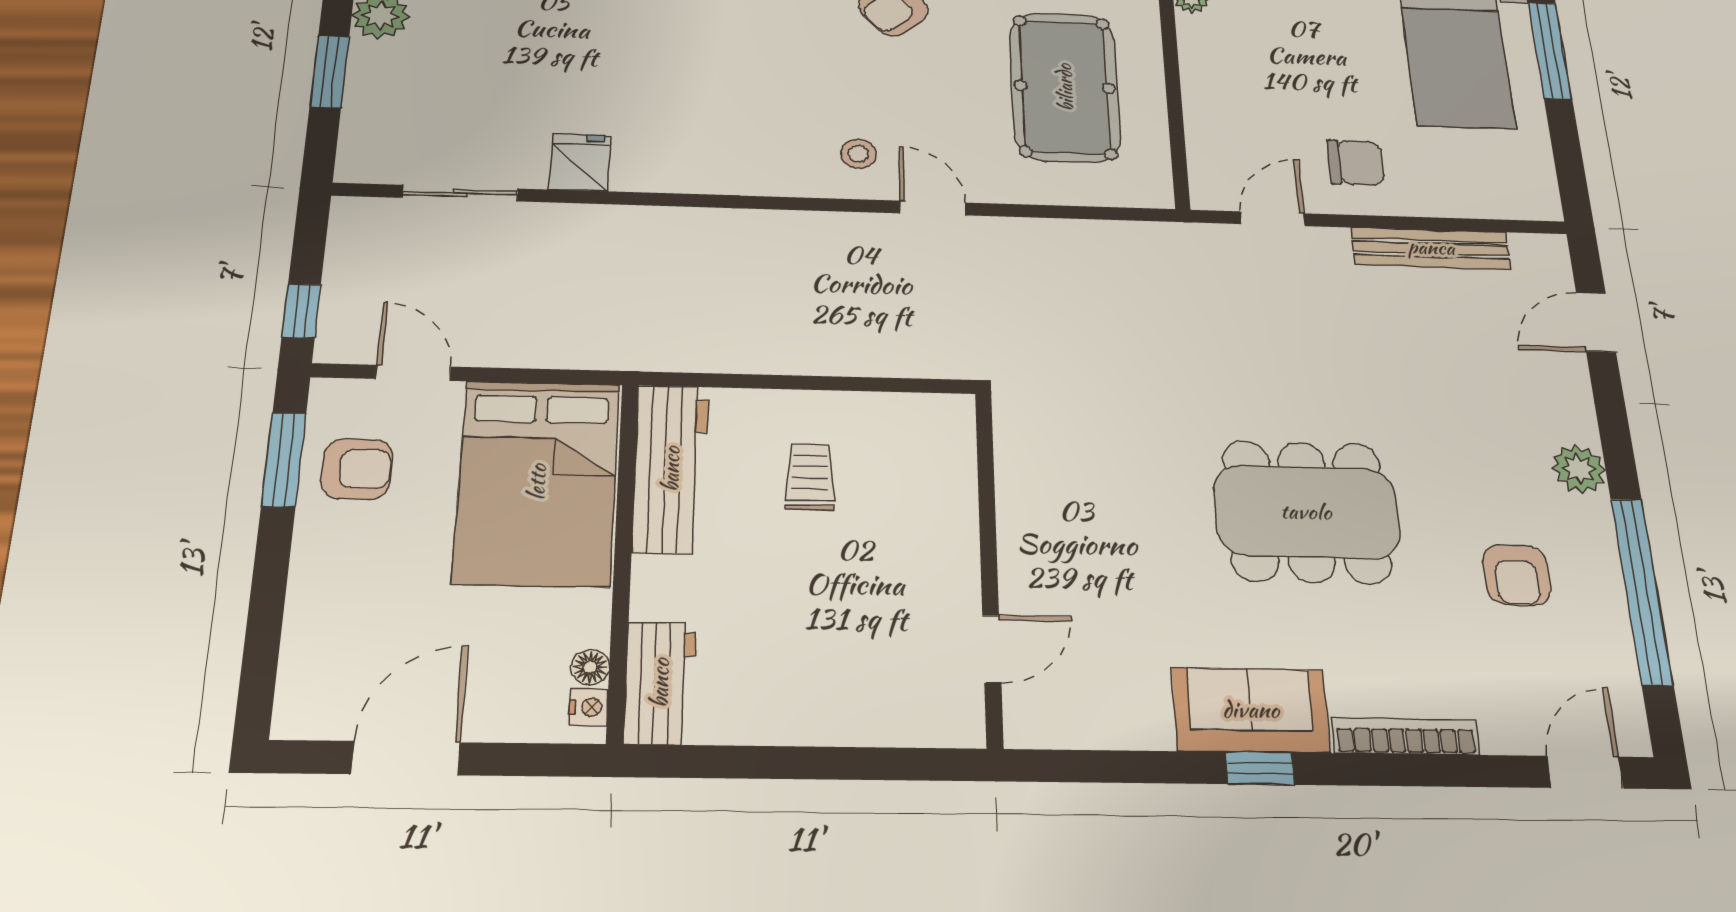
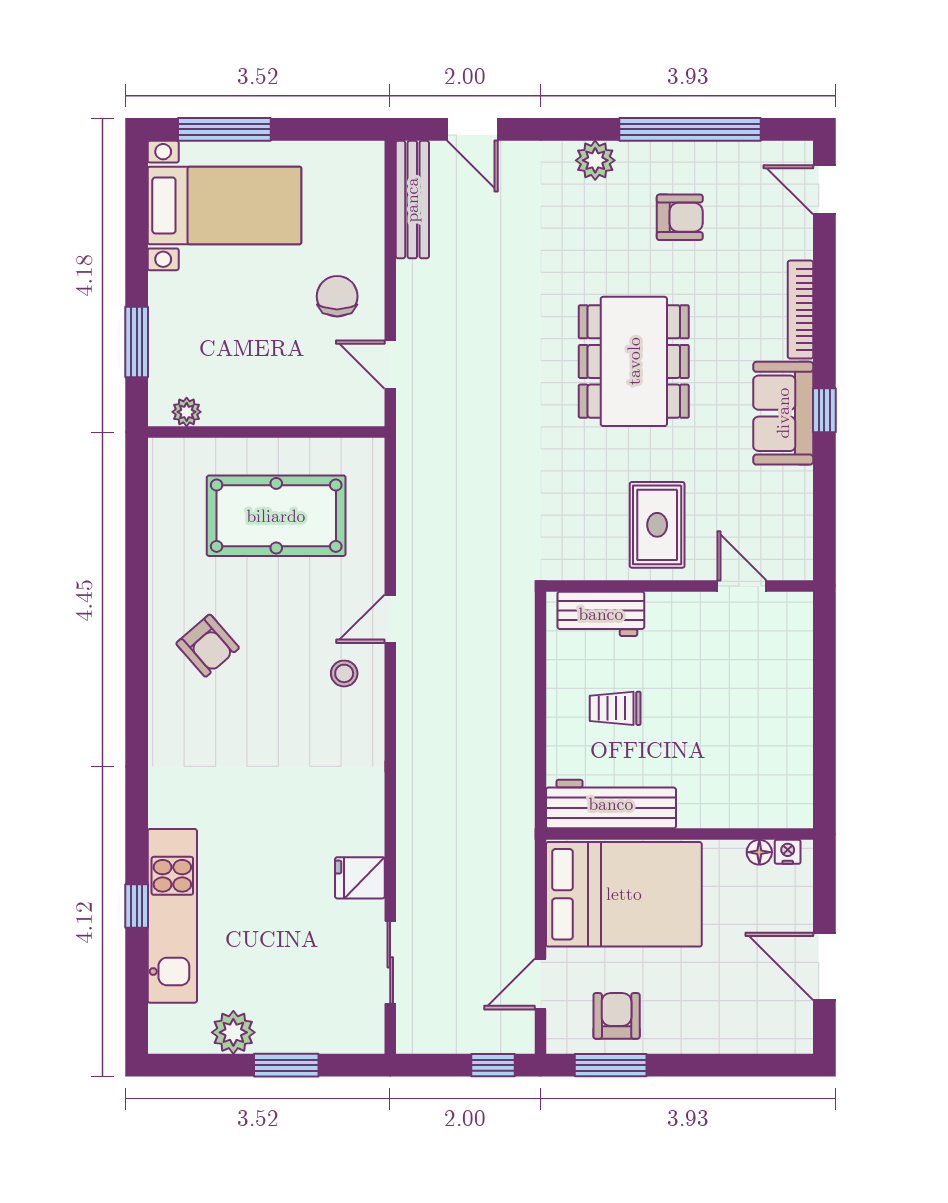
bench: (1431, 248) -> (412, 200), moved
rug: (1076, 537) -> (657, 525), added
workbench: (660, 683) -> (601, 614), moved, turned 180

